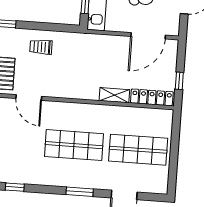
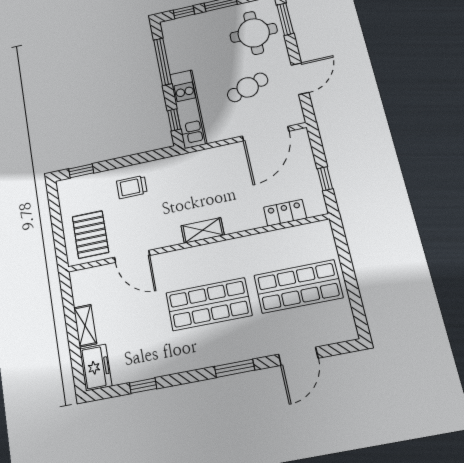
shelving: (114, 95) -> (203, 230), moved
locker: (152, 97) -> (285, 213), width x0.66

